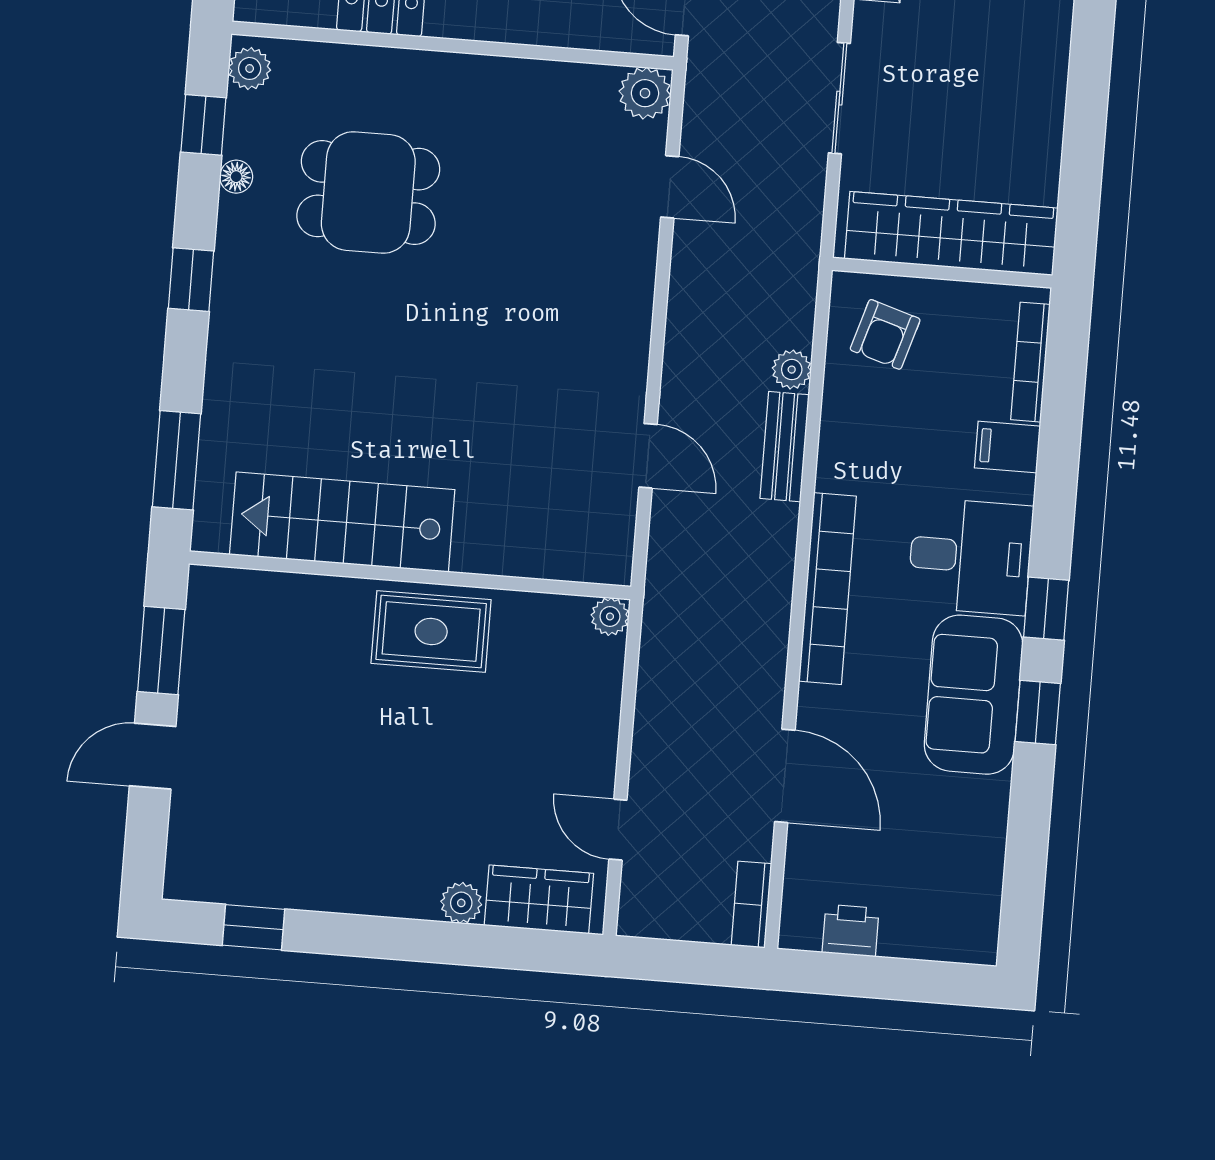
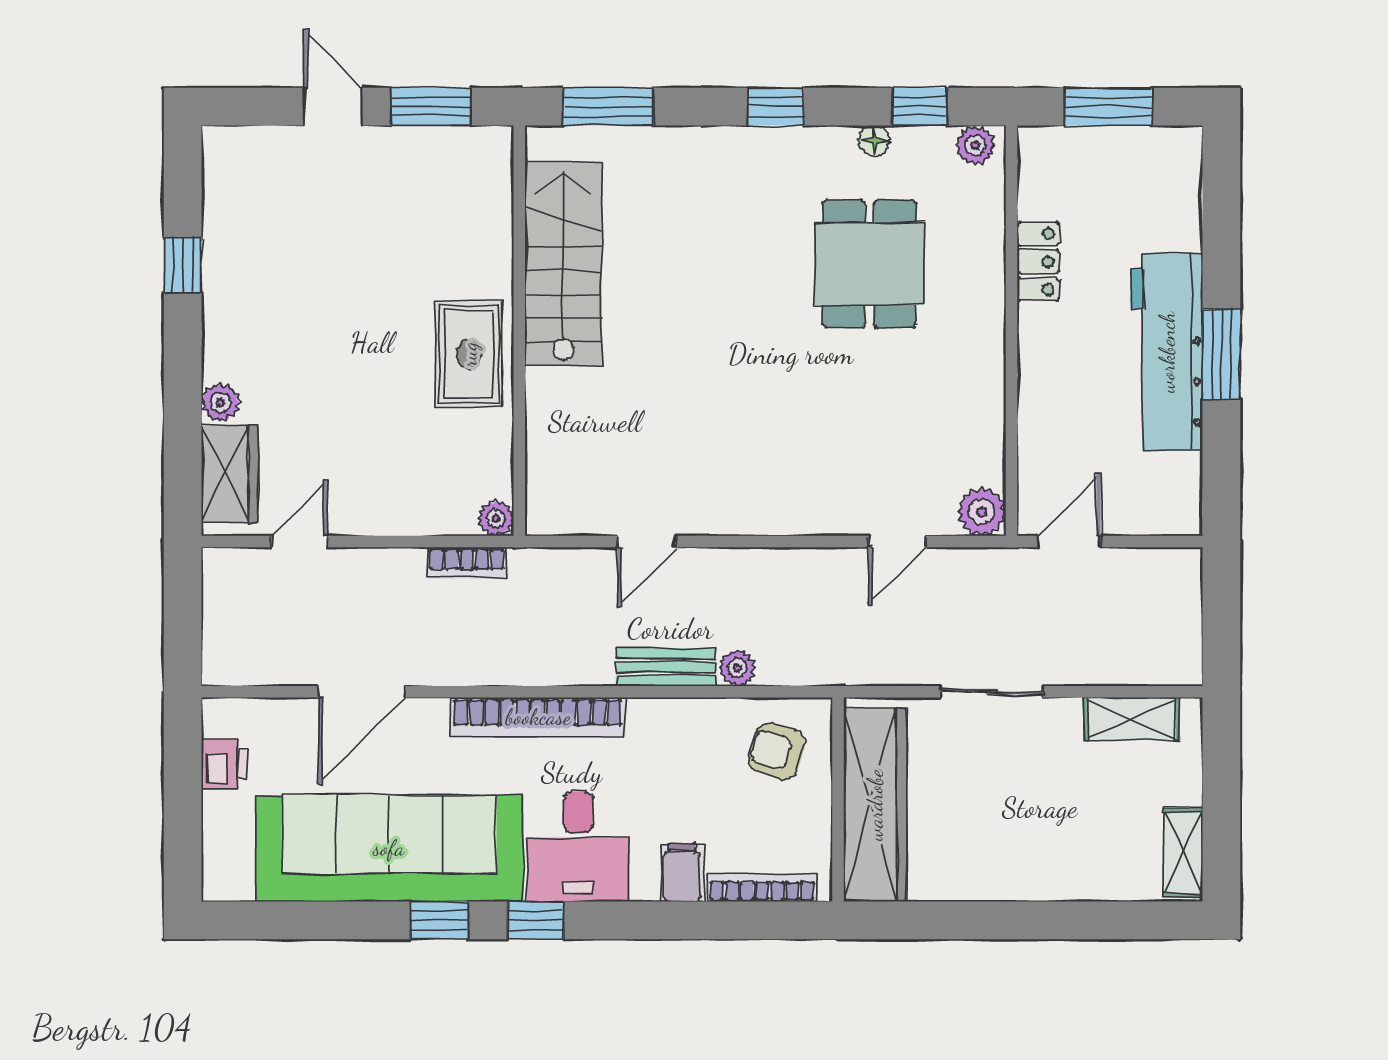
sofa: (973, 695) -> (389, 848), width x1.85, depth x1.27
bookcase: (751, 905) -> (467, 563), moved, turned 180
window: (254, 927) -> (183, 265), moved

